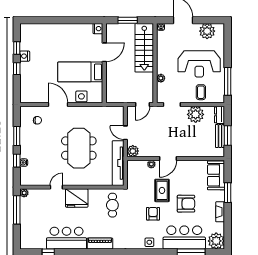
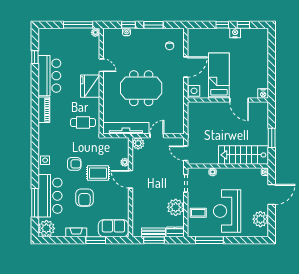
nightstand: (98, 29) -> (263, 94), moved
door: (104, 52) -> (239, 100), moved
wall: (104, 63) -> (228, 100), moved
bed: (80, 72) -> (219, 76), moved

